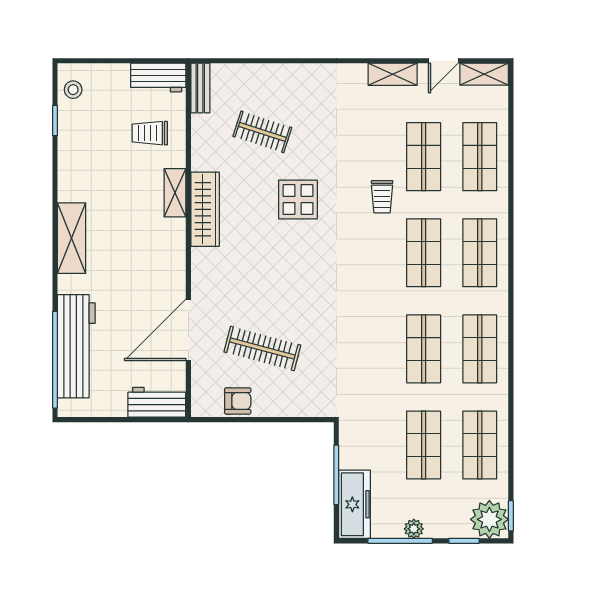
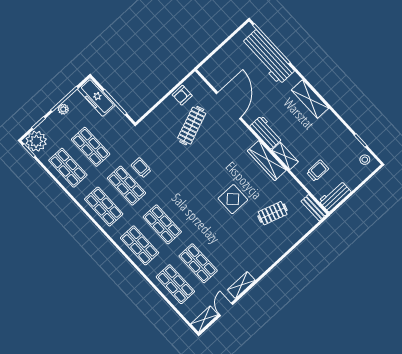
trolley: (382, 197) -> (141, 168), moved
clothes rail: (262, 349) -> (192, 126), turned -36
workbench: (157, 402) -> (266, 132), moved, turned -90

